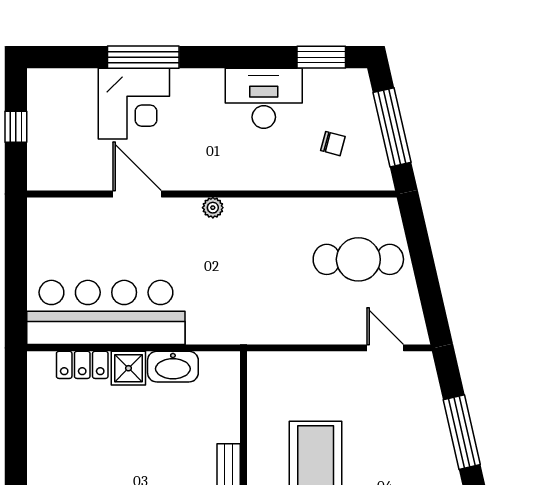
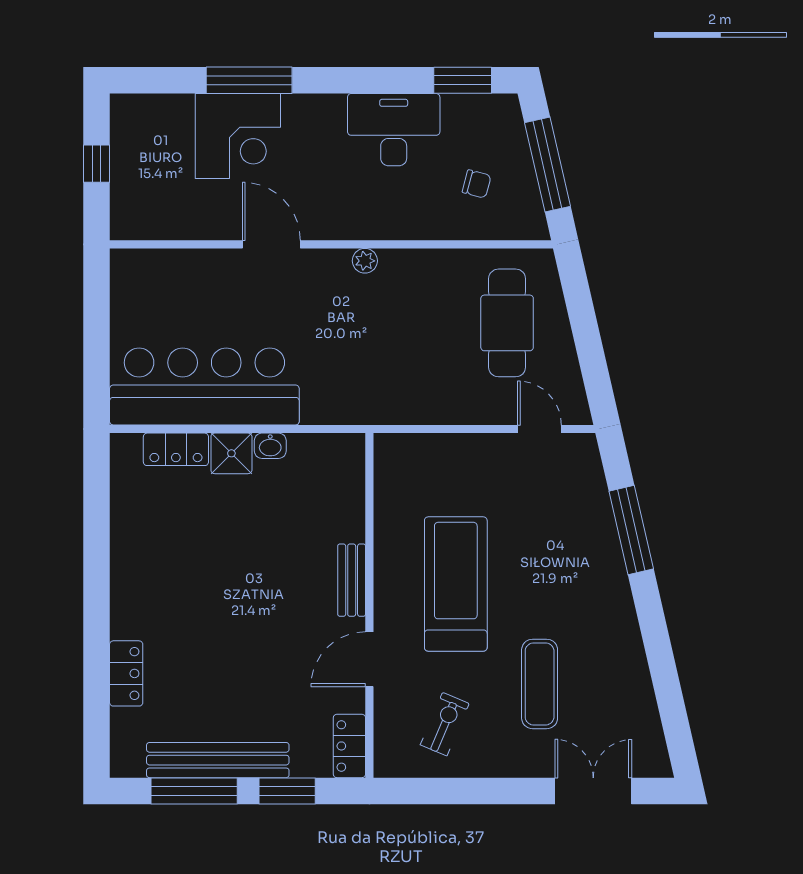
door: (137, 194) -> (271, 244), moved
plant: (213, 208) -> (365, 261), moved
cafe table: (358, 259) -> (507, 323), turned 90
washbasin: (173, 367) -> (270, 446), width x0.52, depth x0.69

